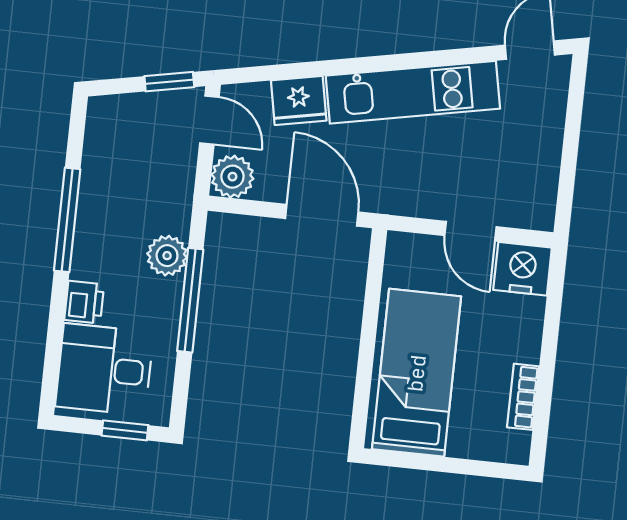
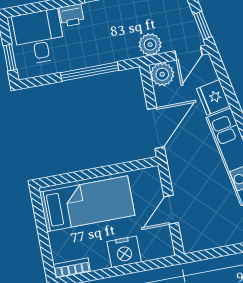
plant: (167, 256) -> (150, 44), moved
nightstand: (523, 269) -> (124, 252), moved, turned 90
bookcase: (523, 397) -> (72, 268), moved

